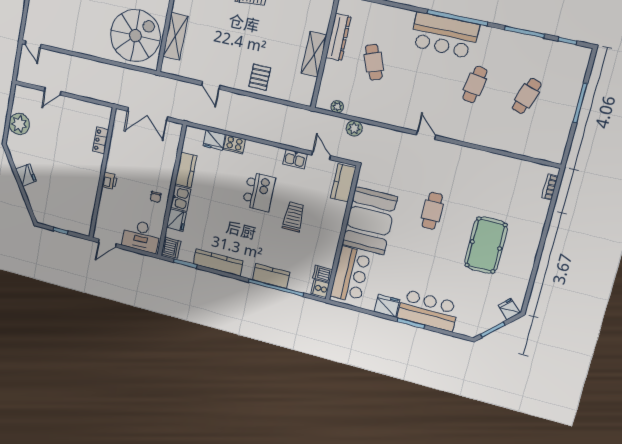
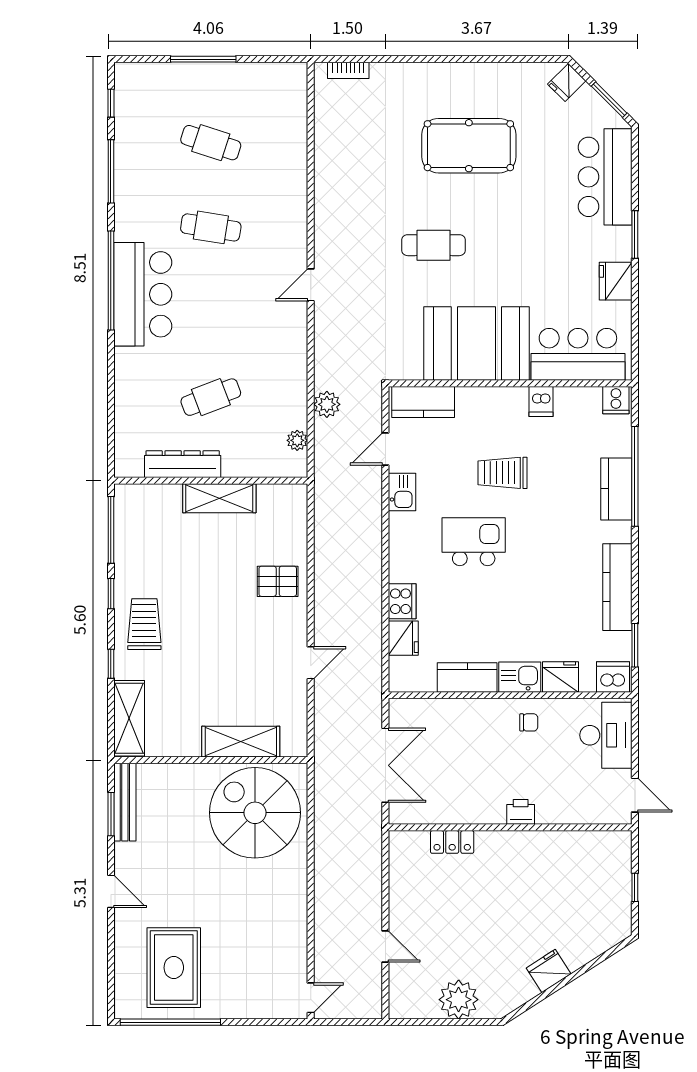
dishwasher: (323, 274) -> (541, 402), moved
bar counter: (428, 310) -> (605, 177), moved

